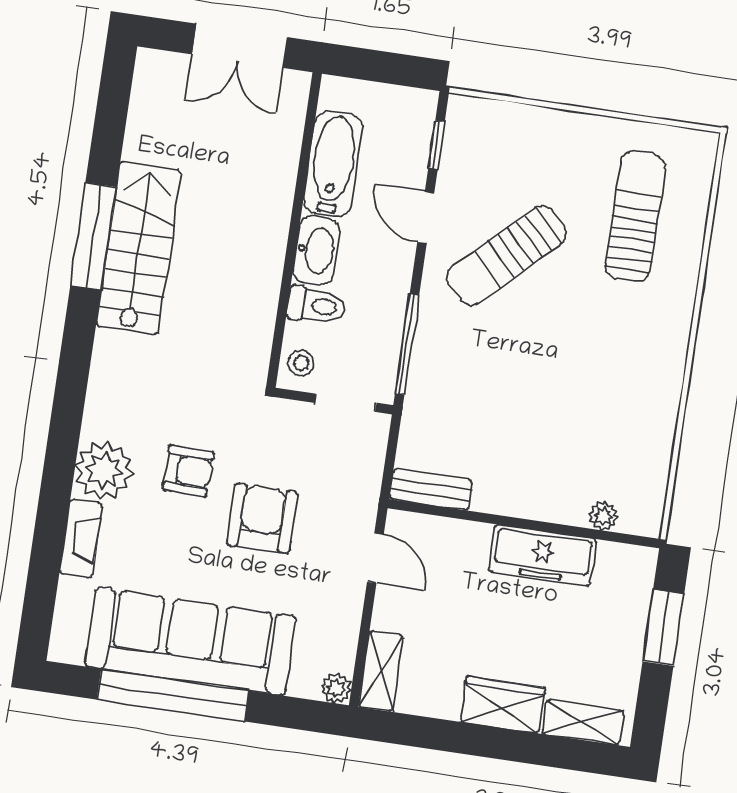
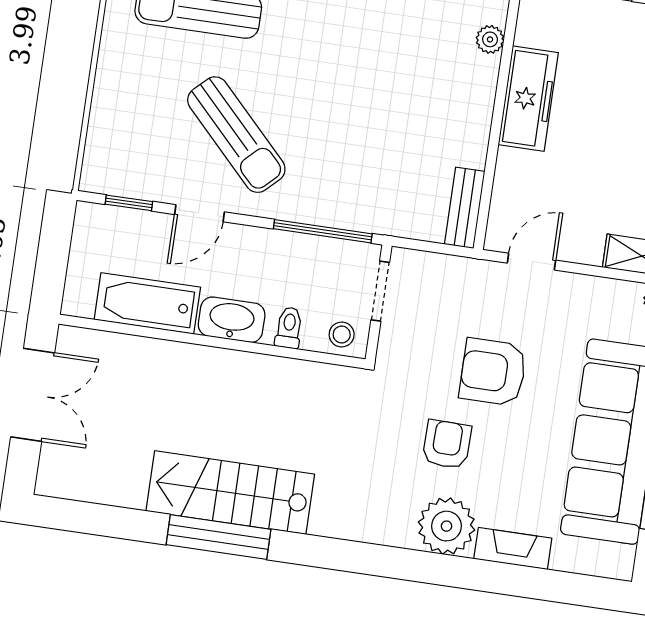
toilet: (317, 305) -> (289, 328), width x0.73, depth x0.72

